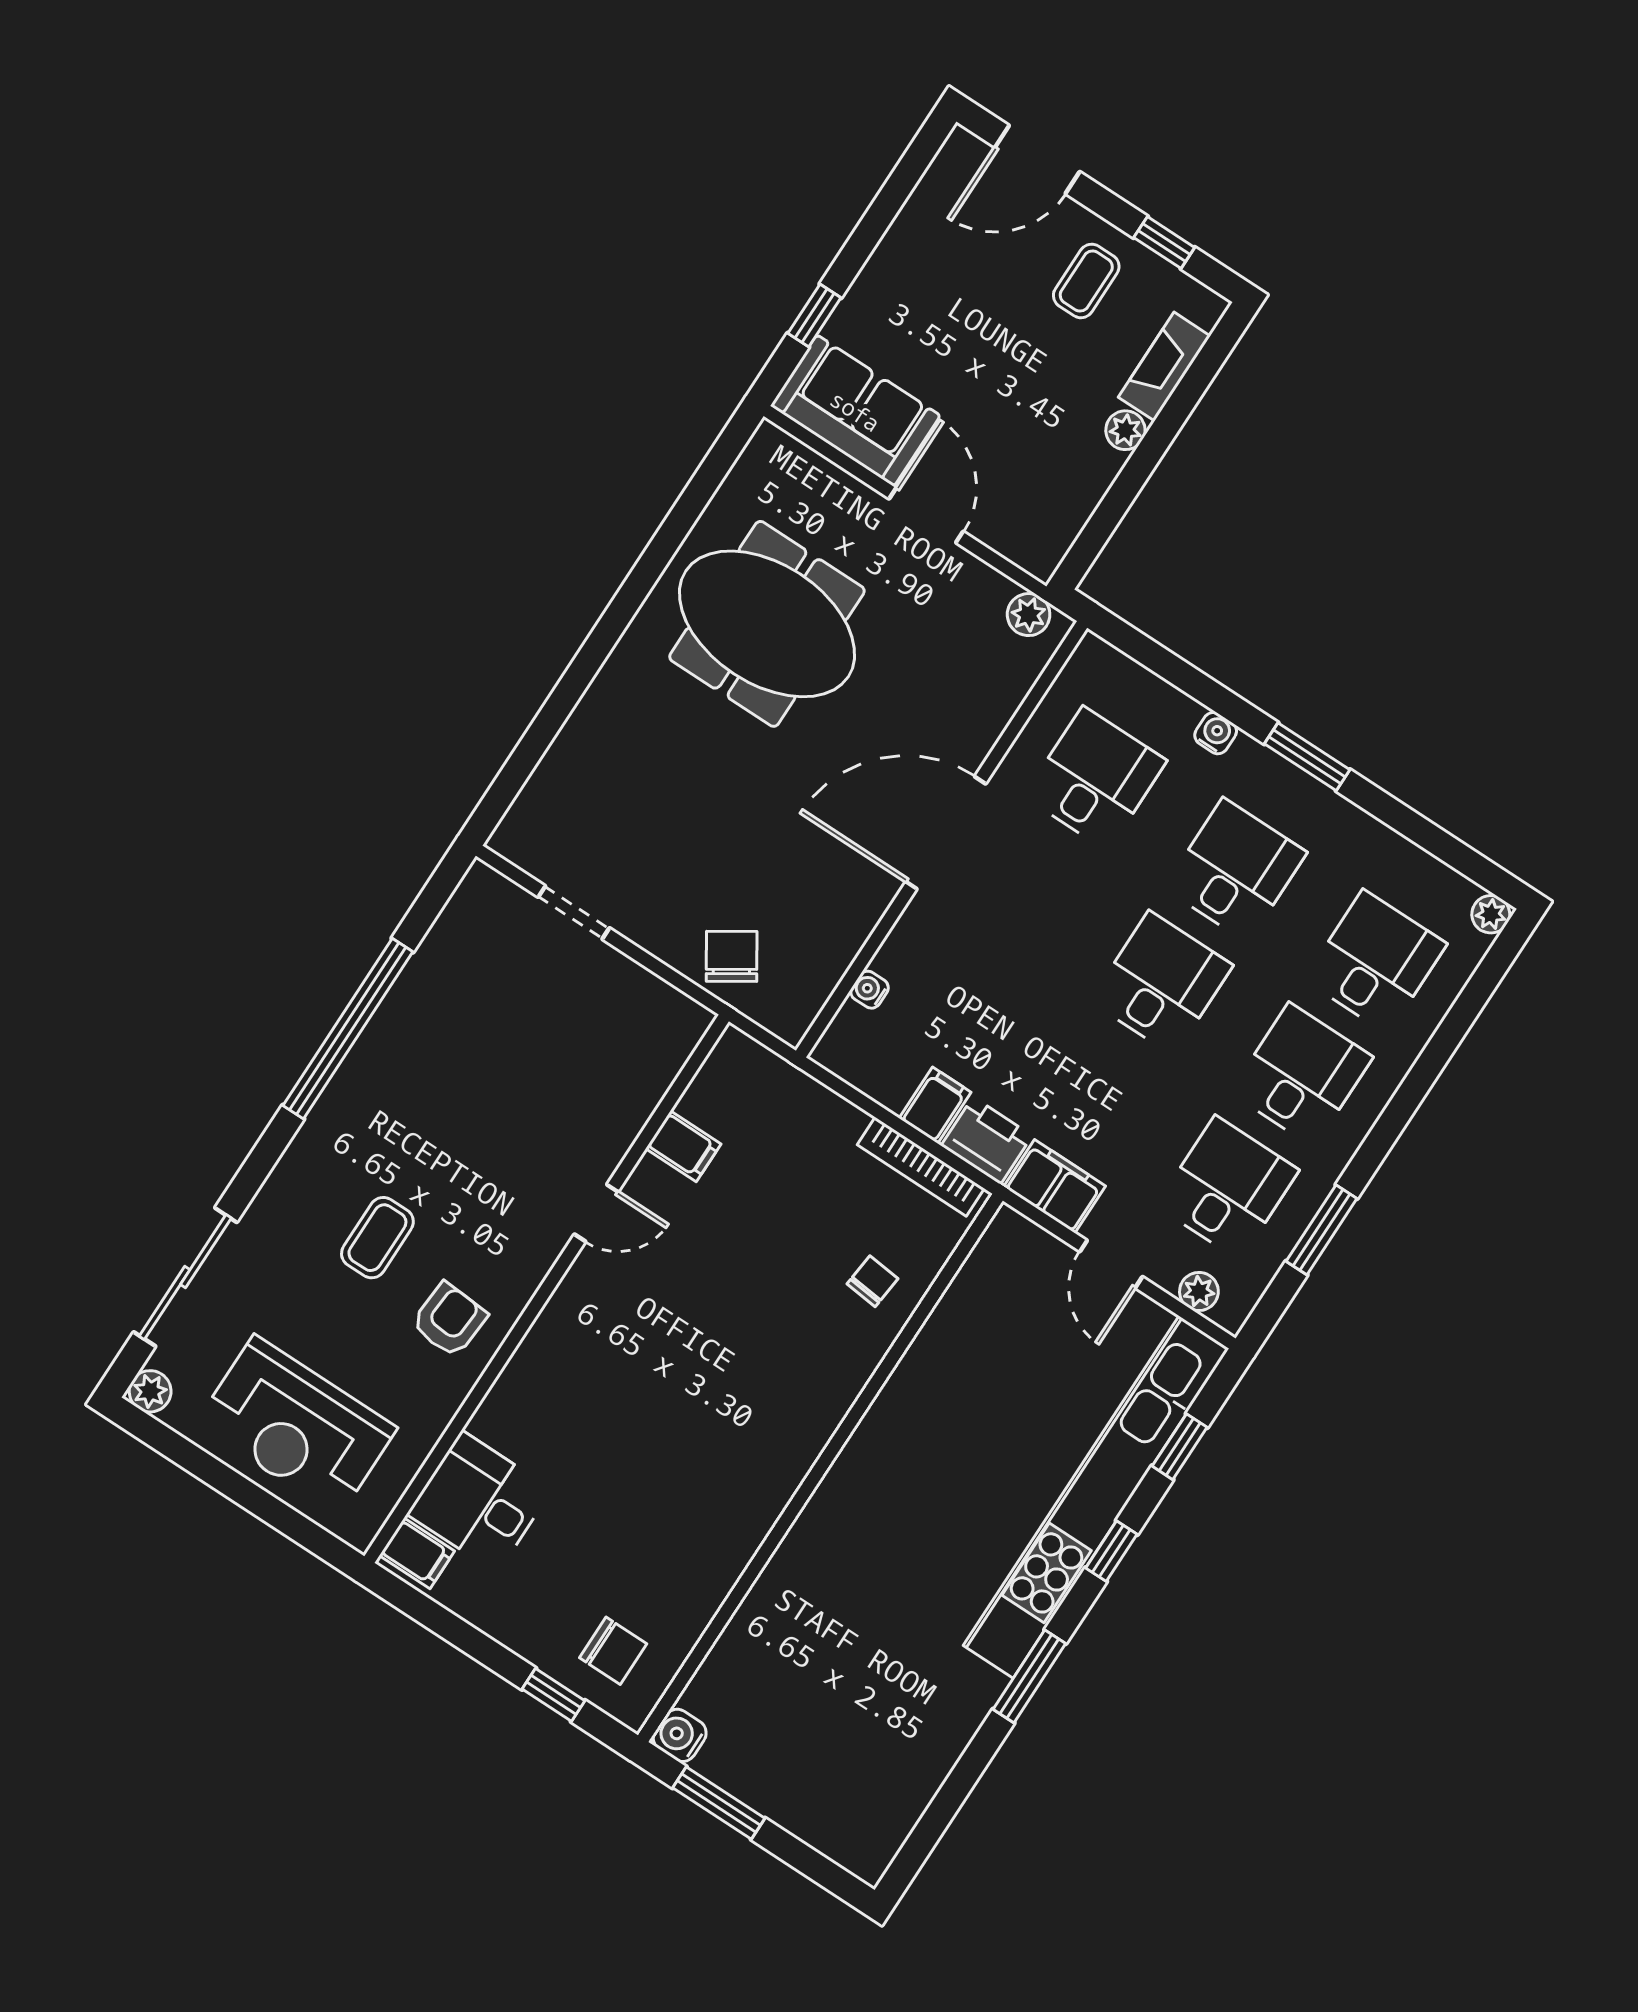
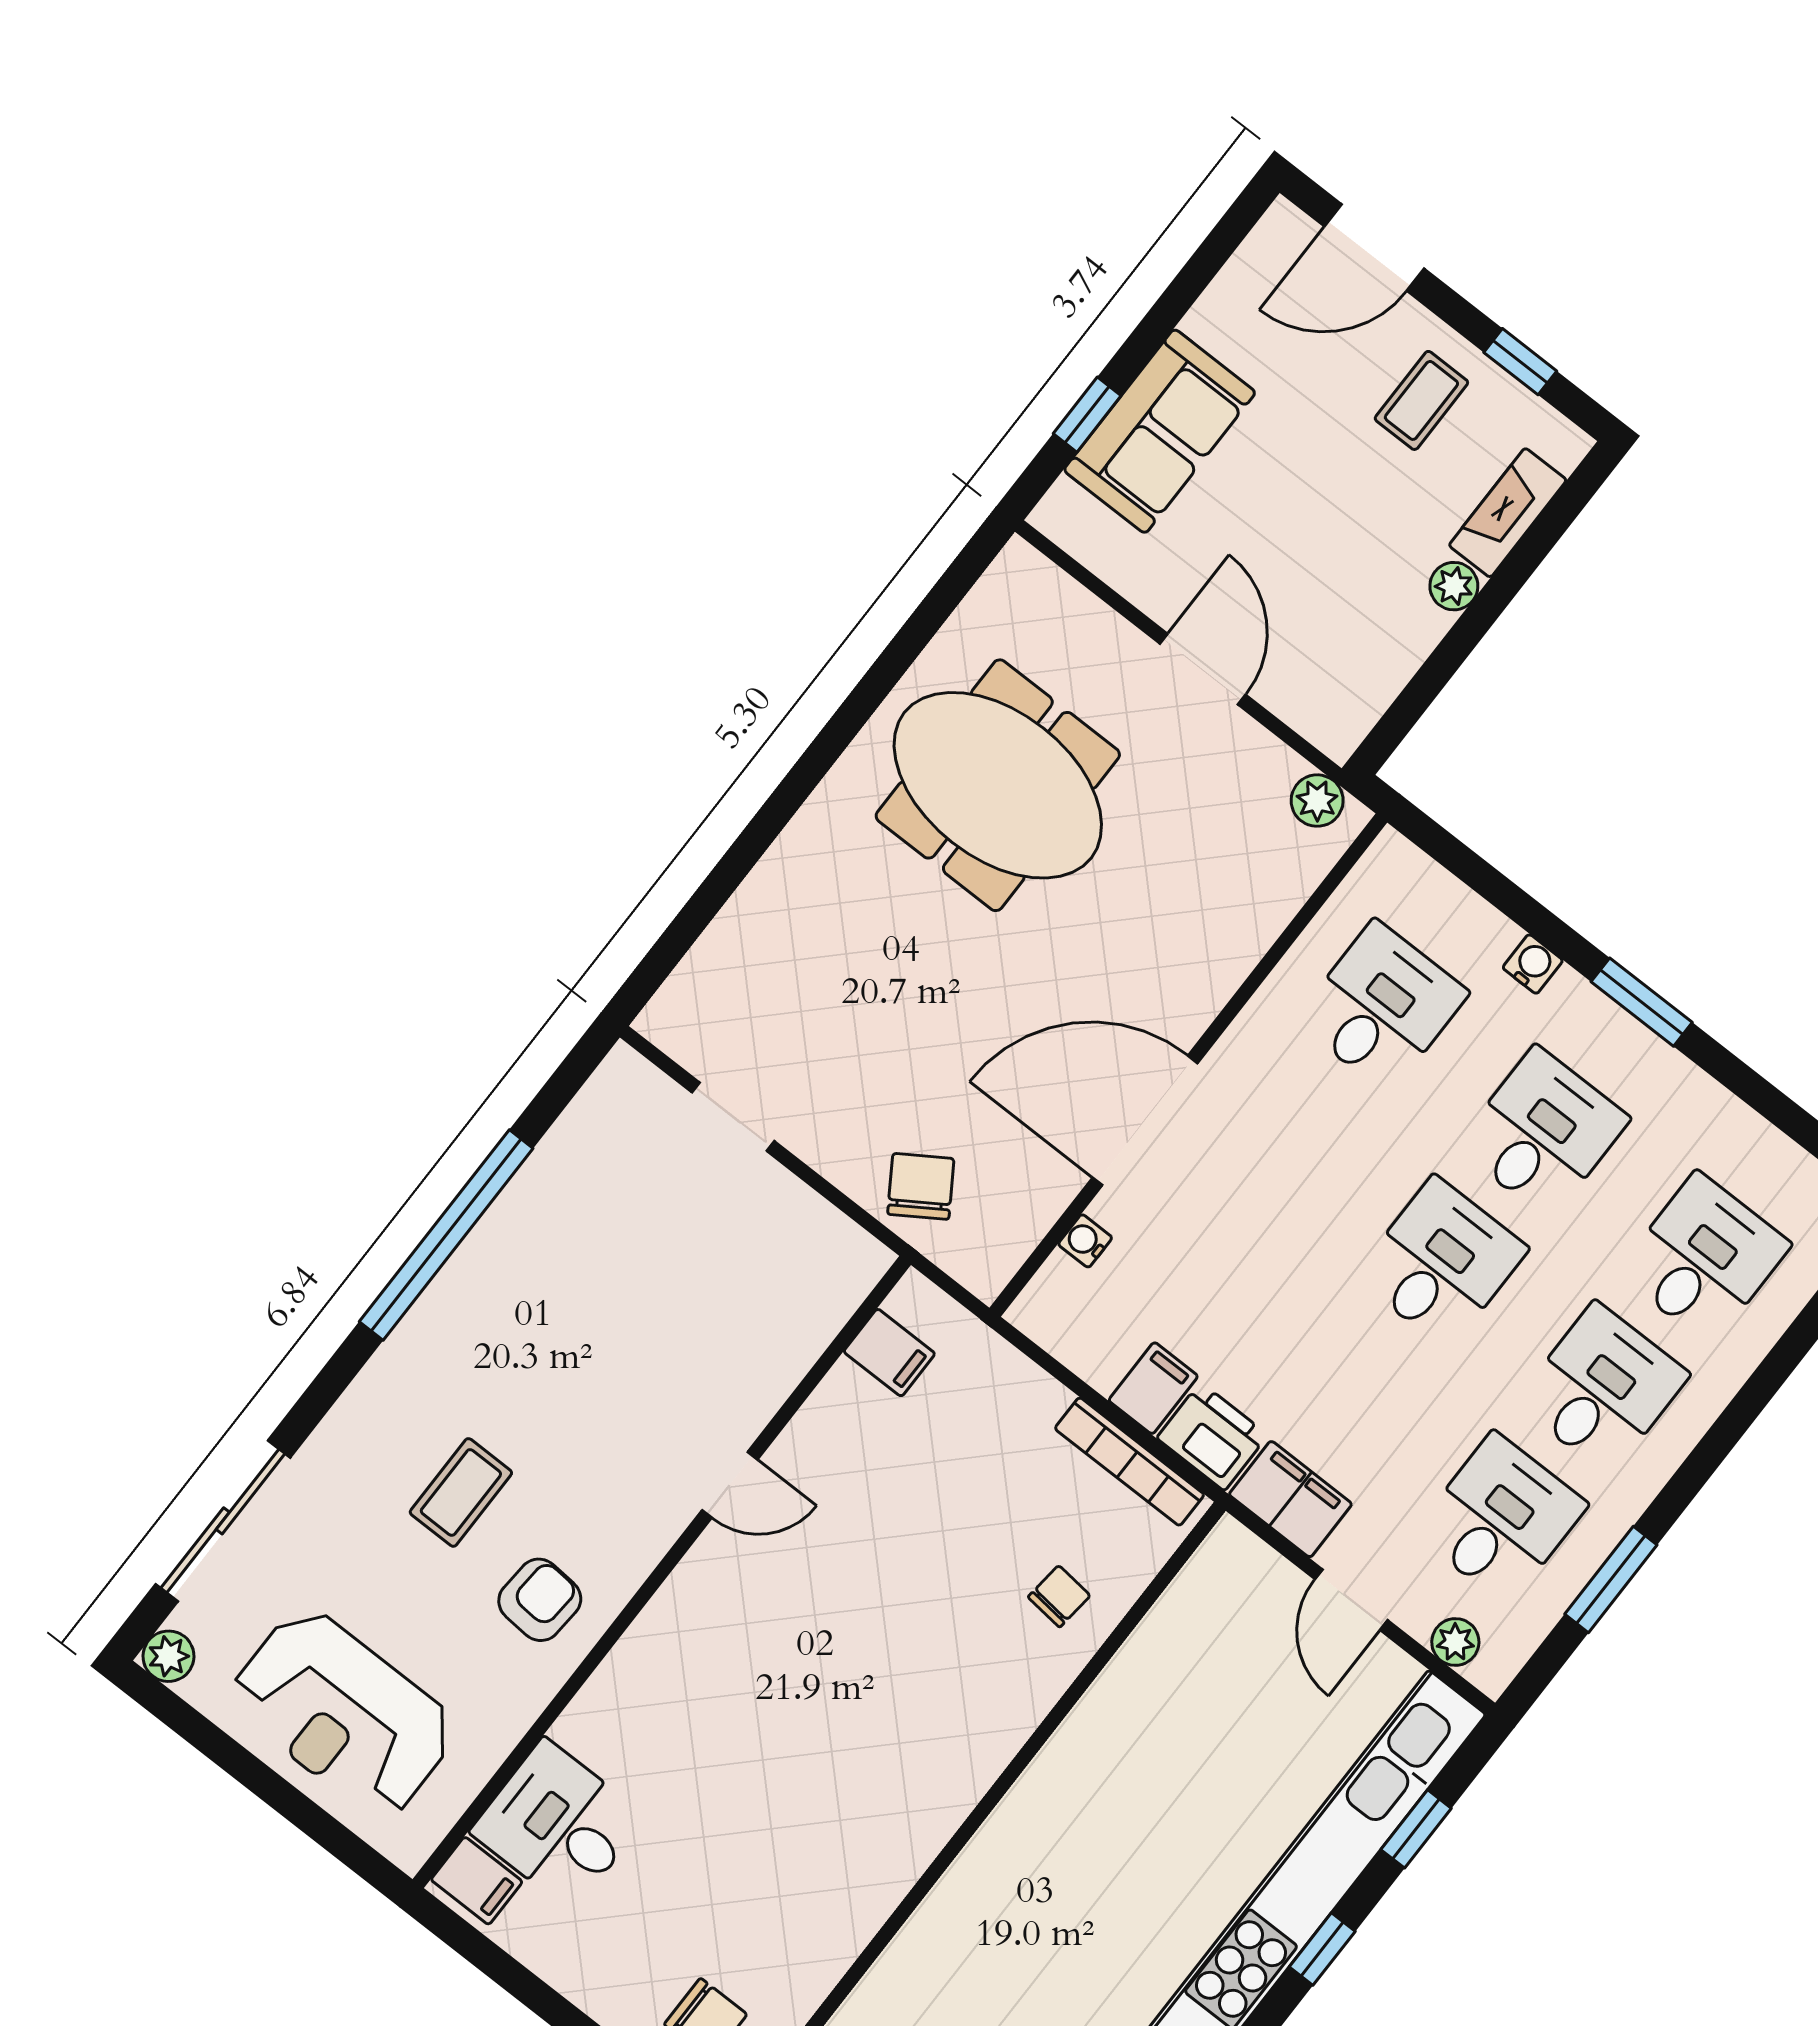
sofa: (855, 411) -> (1160, 431), moved, turned 90
door: (946, 833) -> (1145, 1120), moved
filing cabinet: (683, 1146) -> (889, 1353), moved

